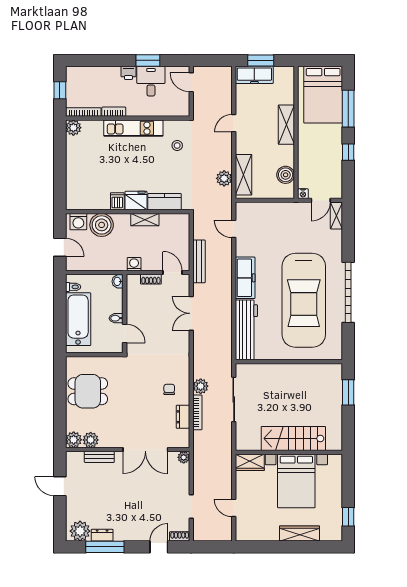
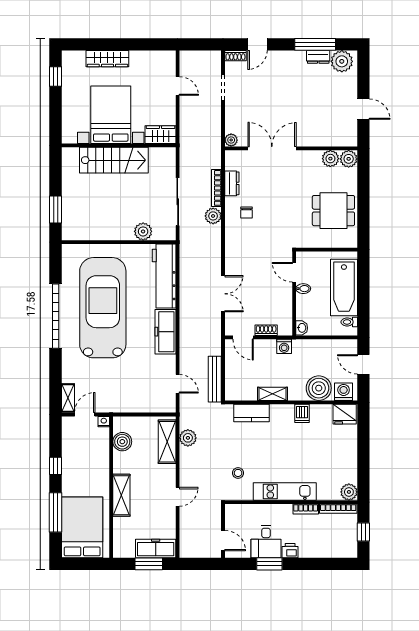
fridge: (136, 201) -> (345, 414), moved
bench: (199, 261) -> (215, 379), moved
plant: (266, 372) -> (143, 231), added
bench: (99, 457) -> (321, 141), removed

